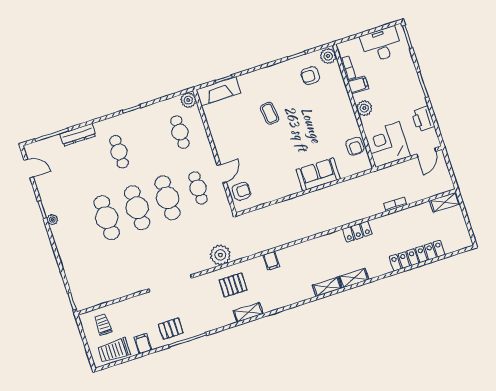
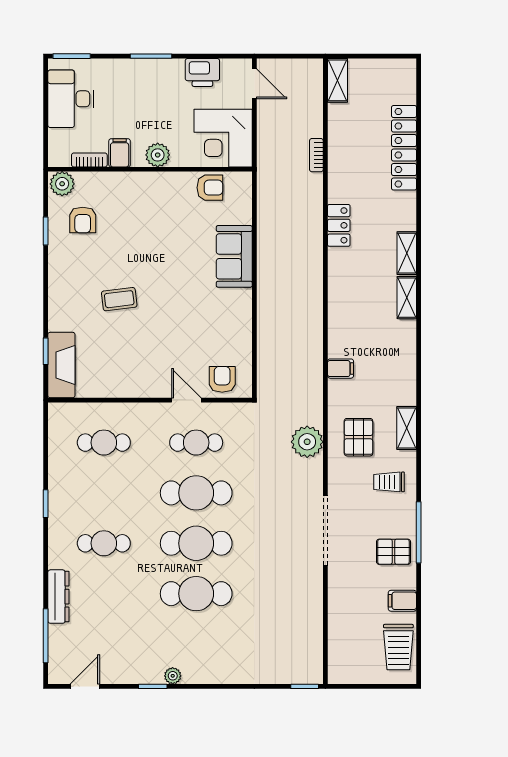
plant: (188, 100) -> (60, 414), removed
trolley: (103, 325) -> (389, 482), moved
pallet: (171, 329) -> (393, 552), turned 90

